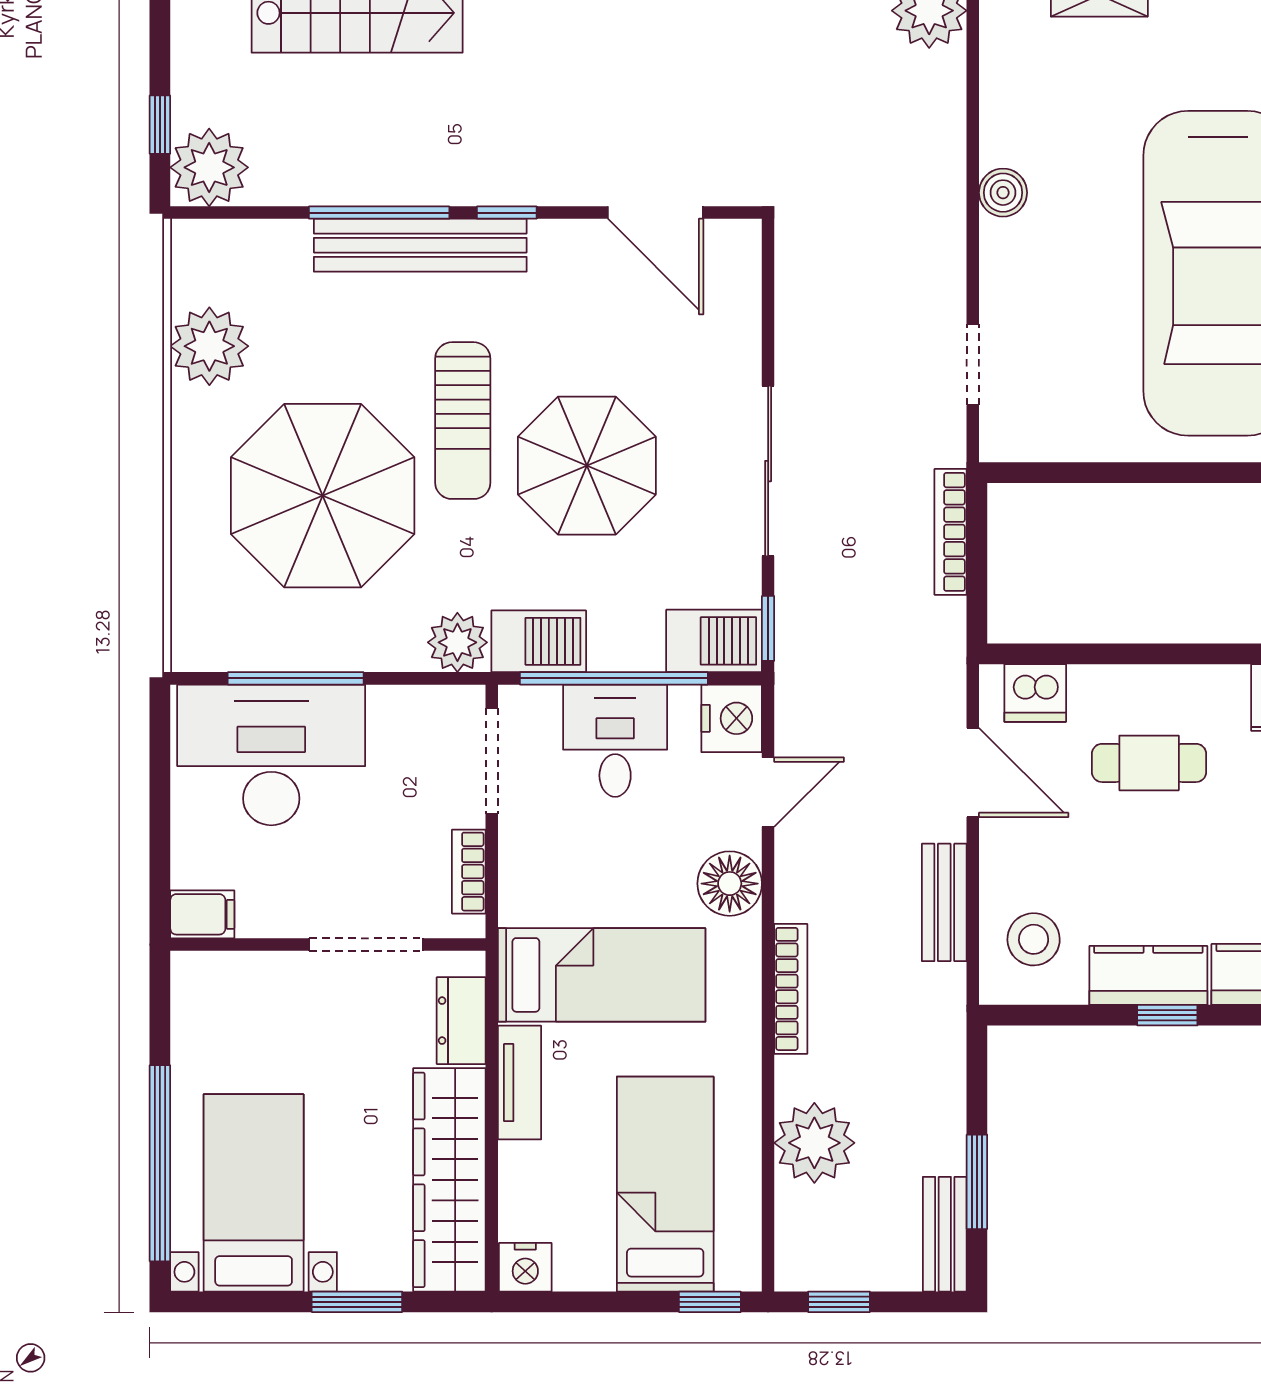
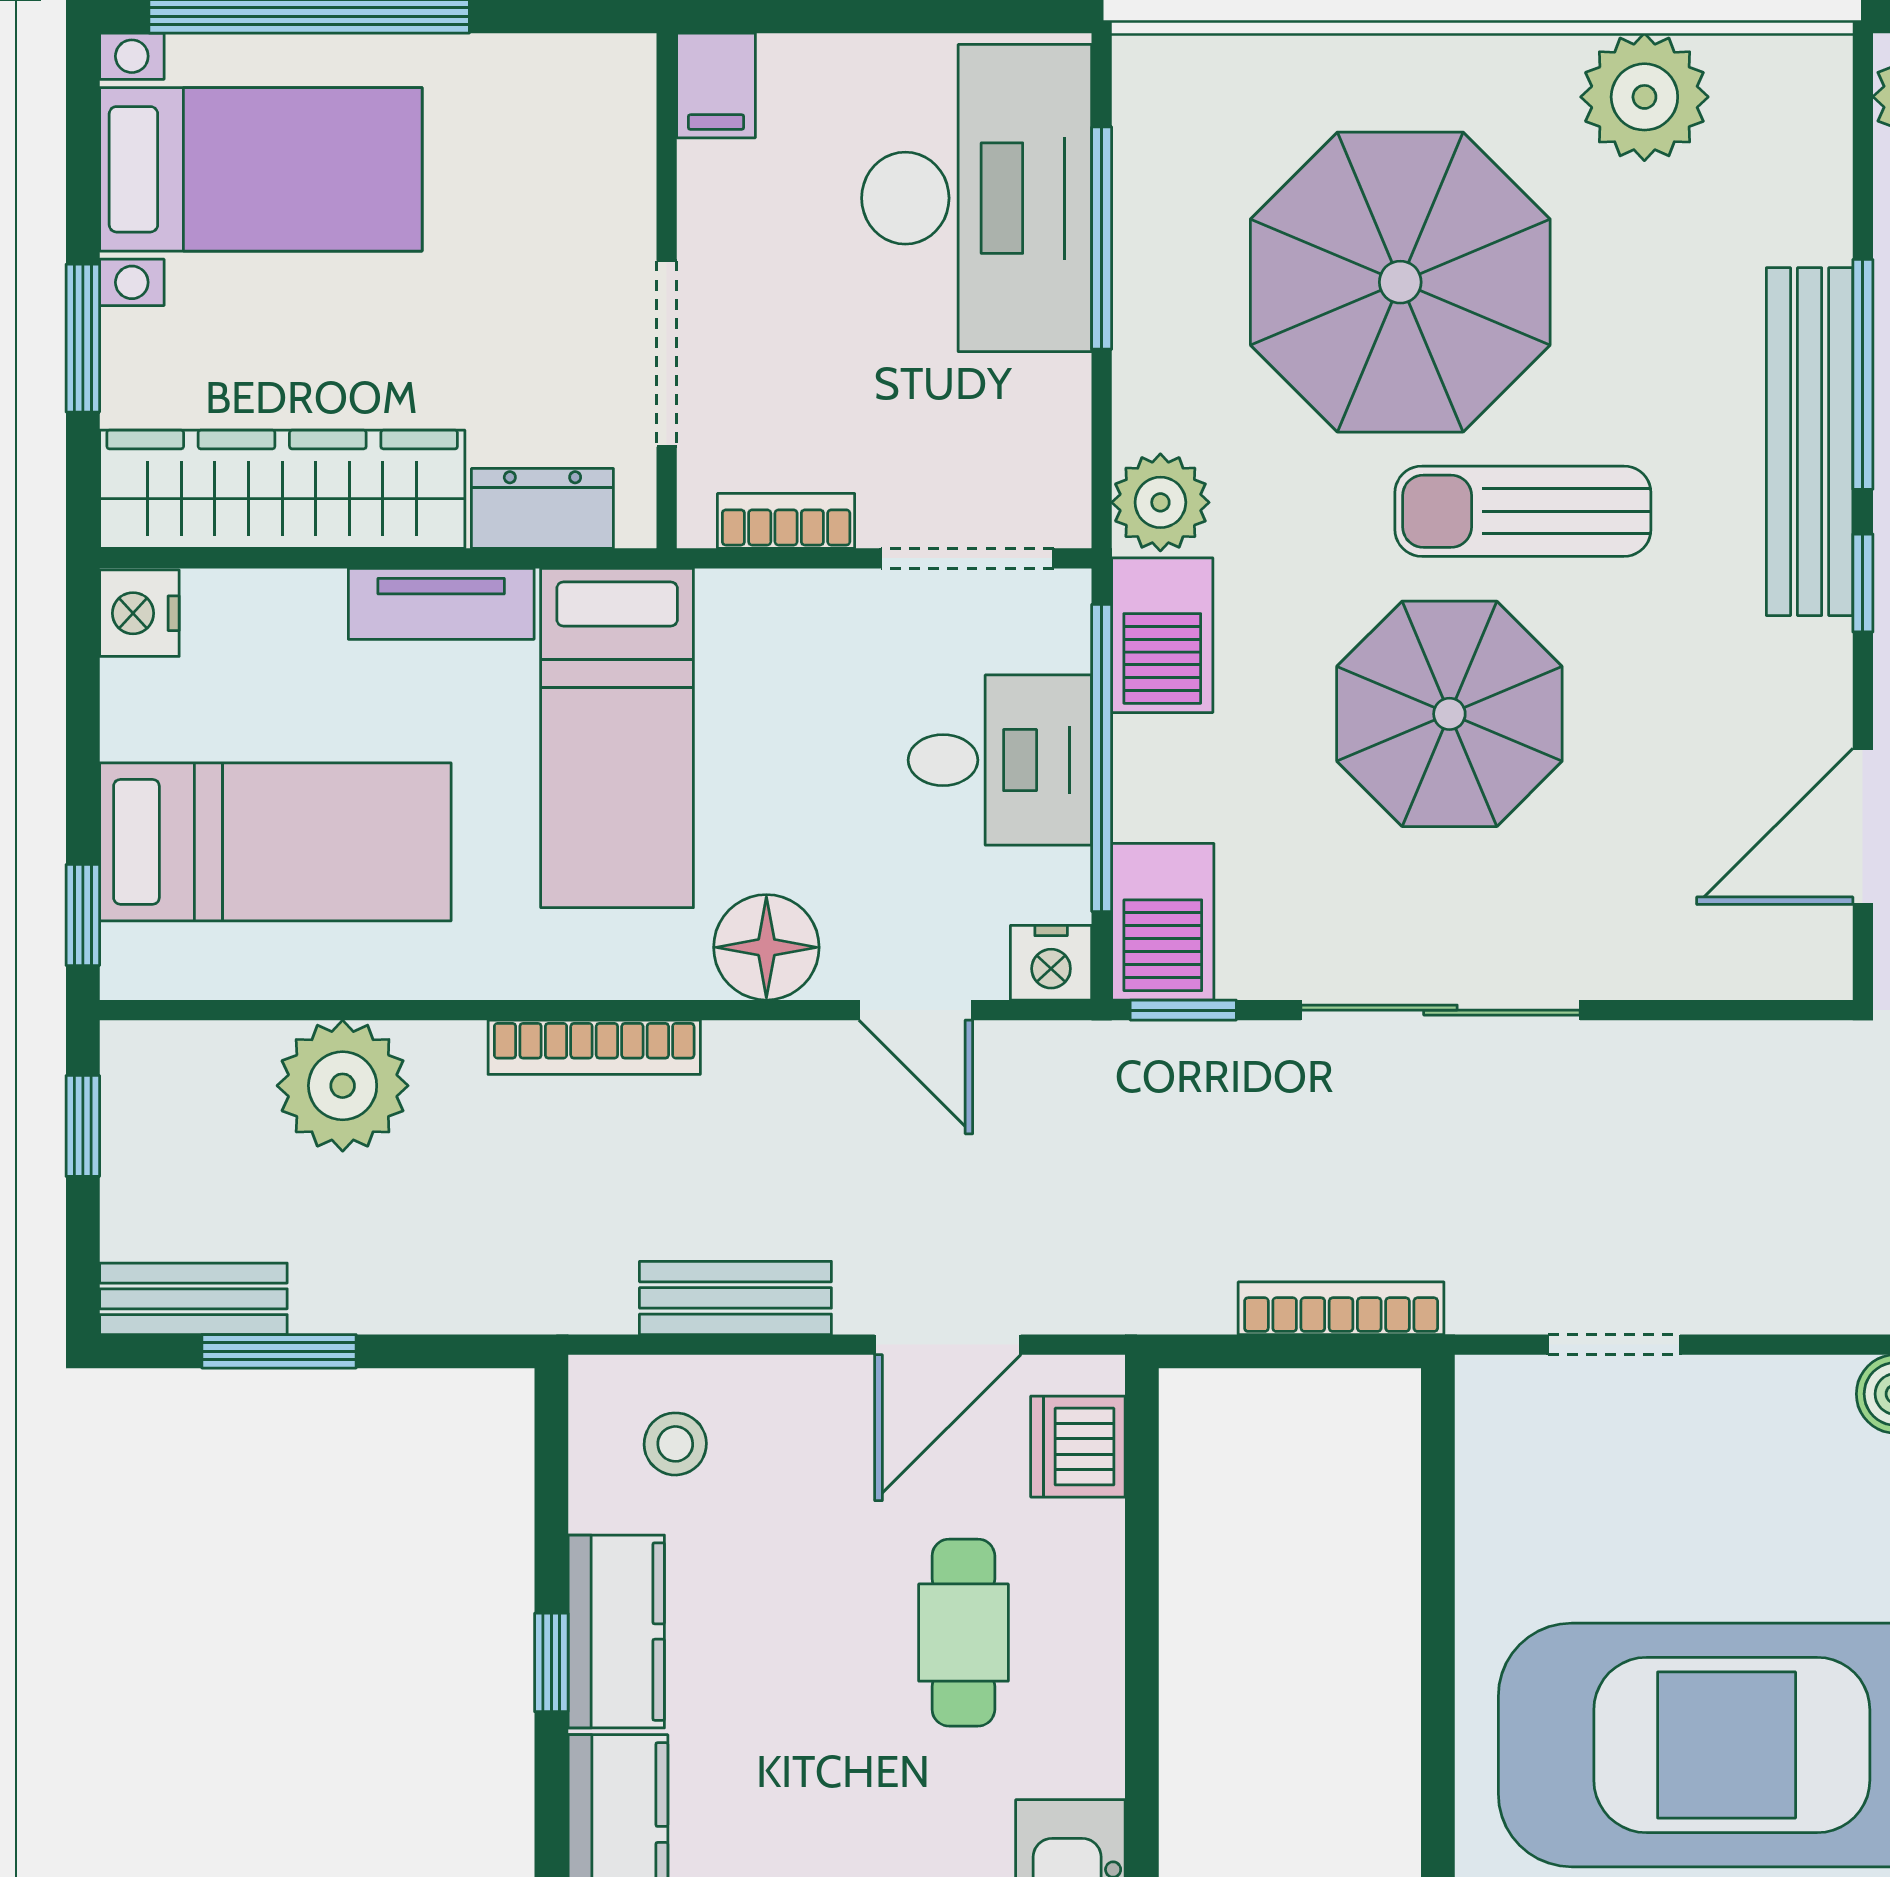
nightstand: (732, 718) -> (1051, 963), width x0.74, depth x0.75
stool: (1034, 939) -> (675, 1444), width x0.73, depth x0.73

